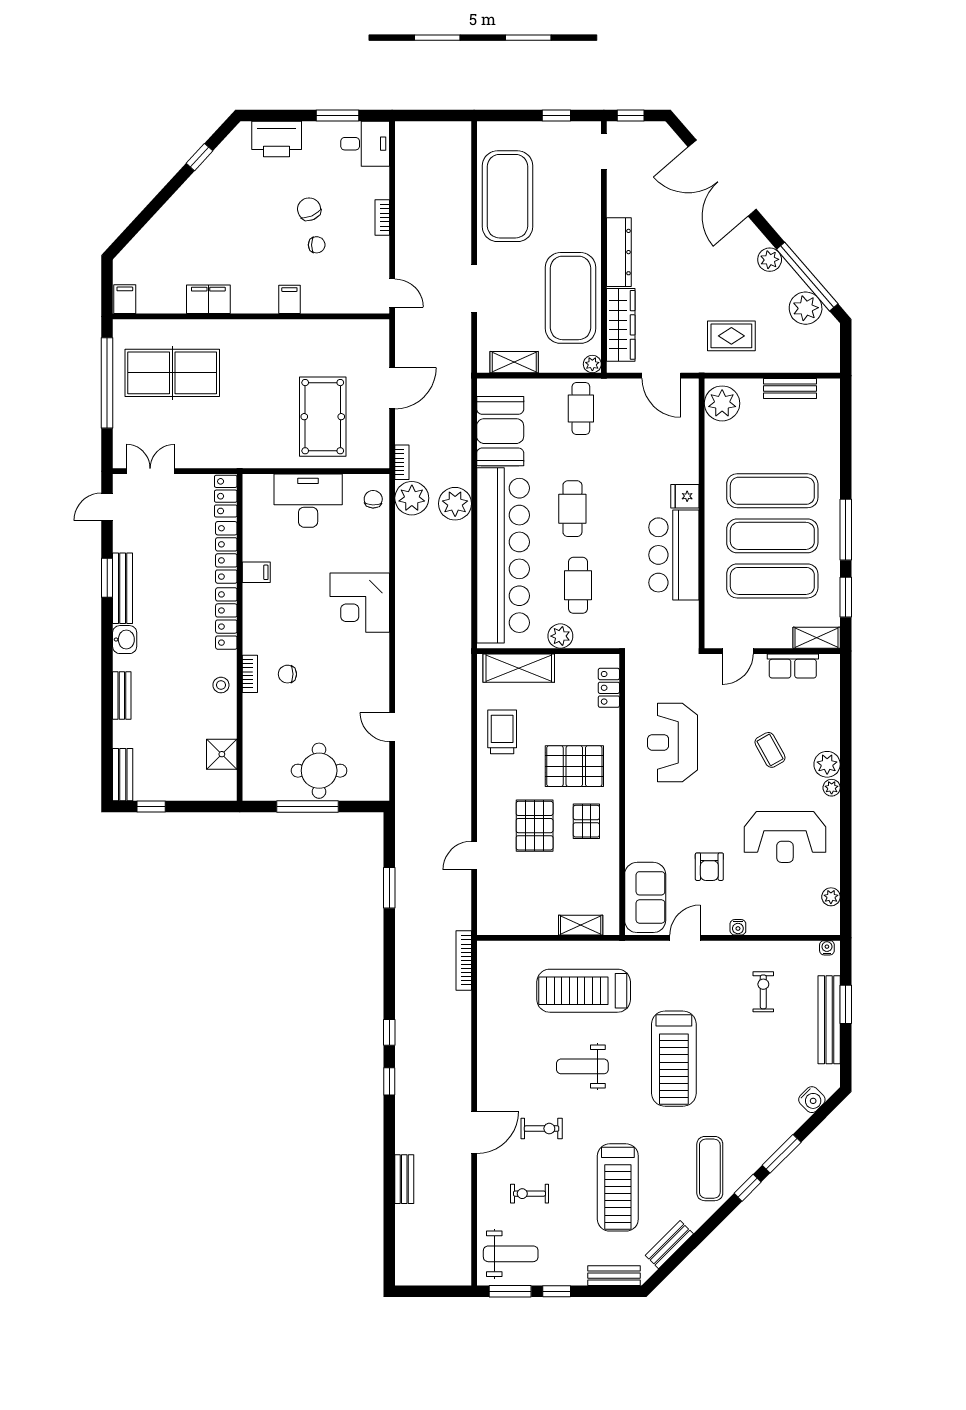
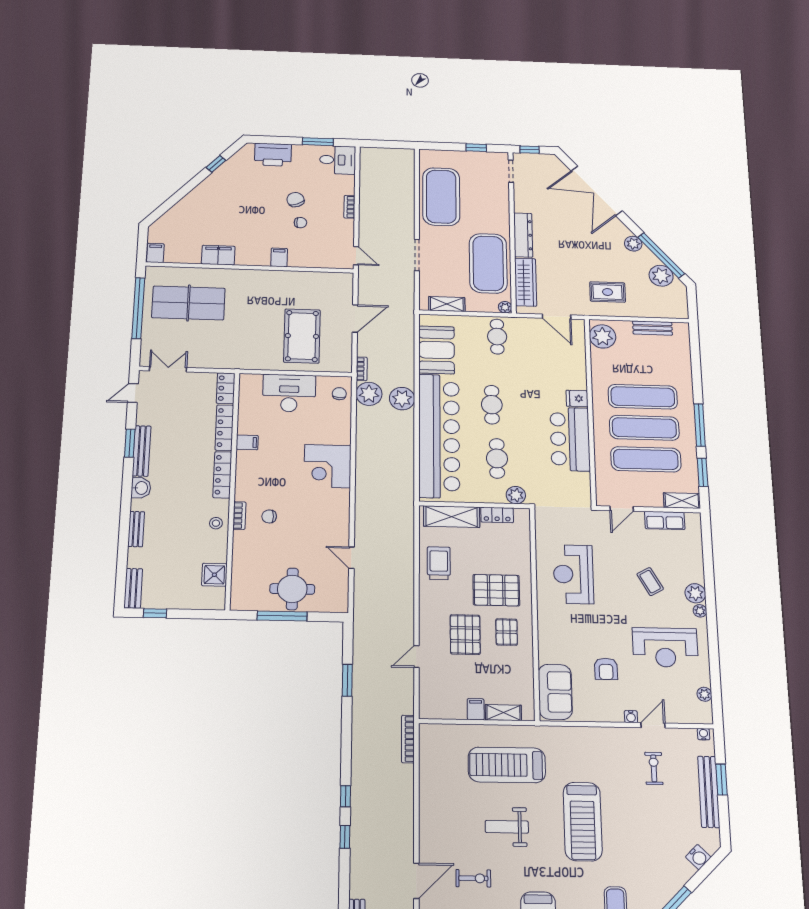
plant: (560, 636) -> (516, 495), moved
locker: (609, 688) -> (497, 515), moved, turned -90
filing cabinet: (547, 922) -> (476, 709), added
door: (685, 938) -> (653, 725), moved

